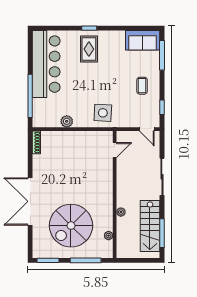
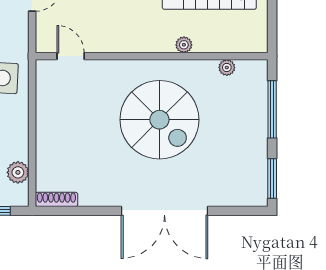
plant: (67, 121) -> (18, 172), moved
spiral stairs: (71, 226) -> (159, 120), moved

